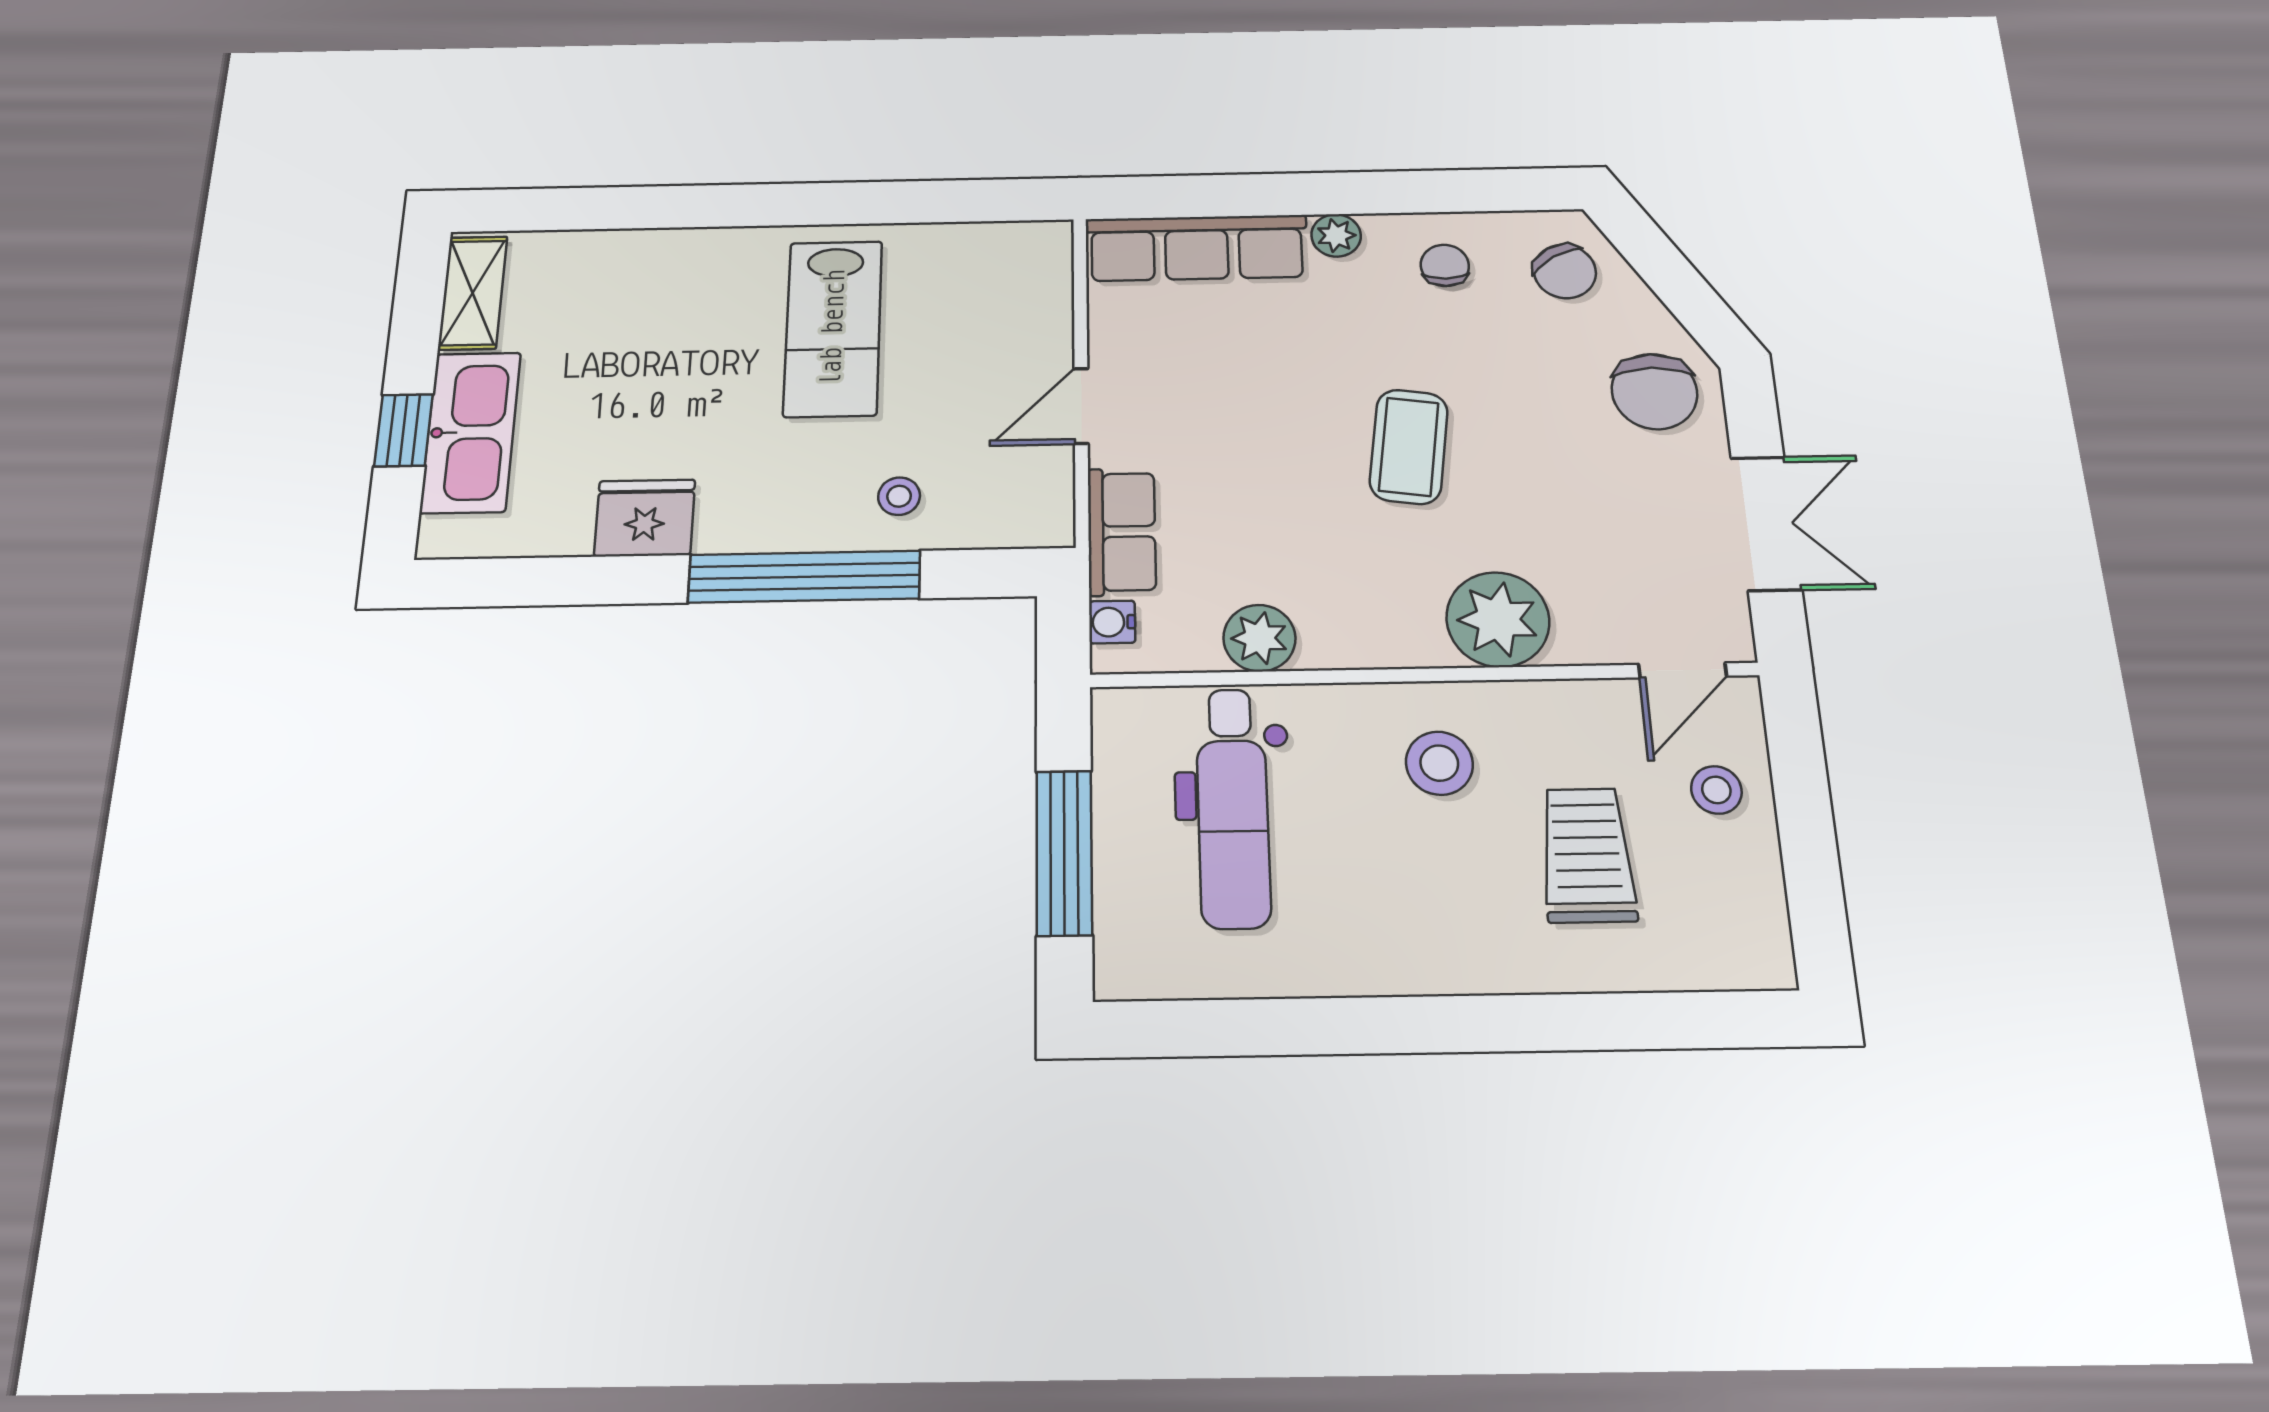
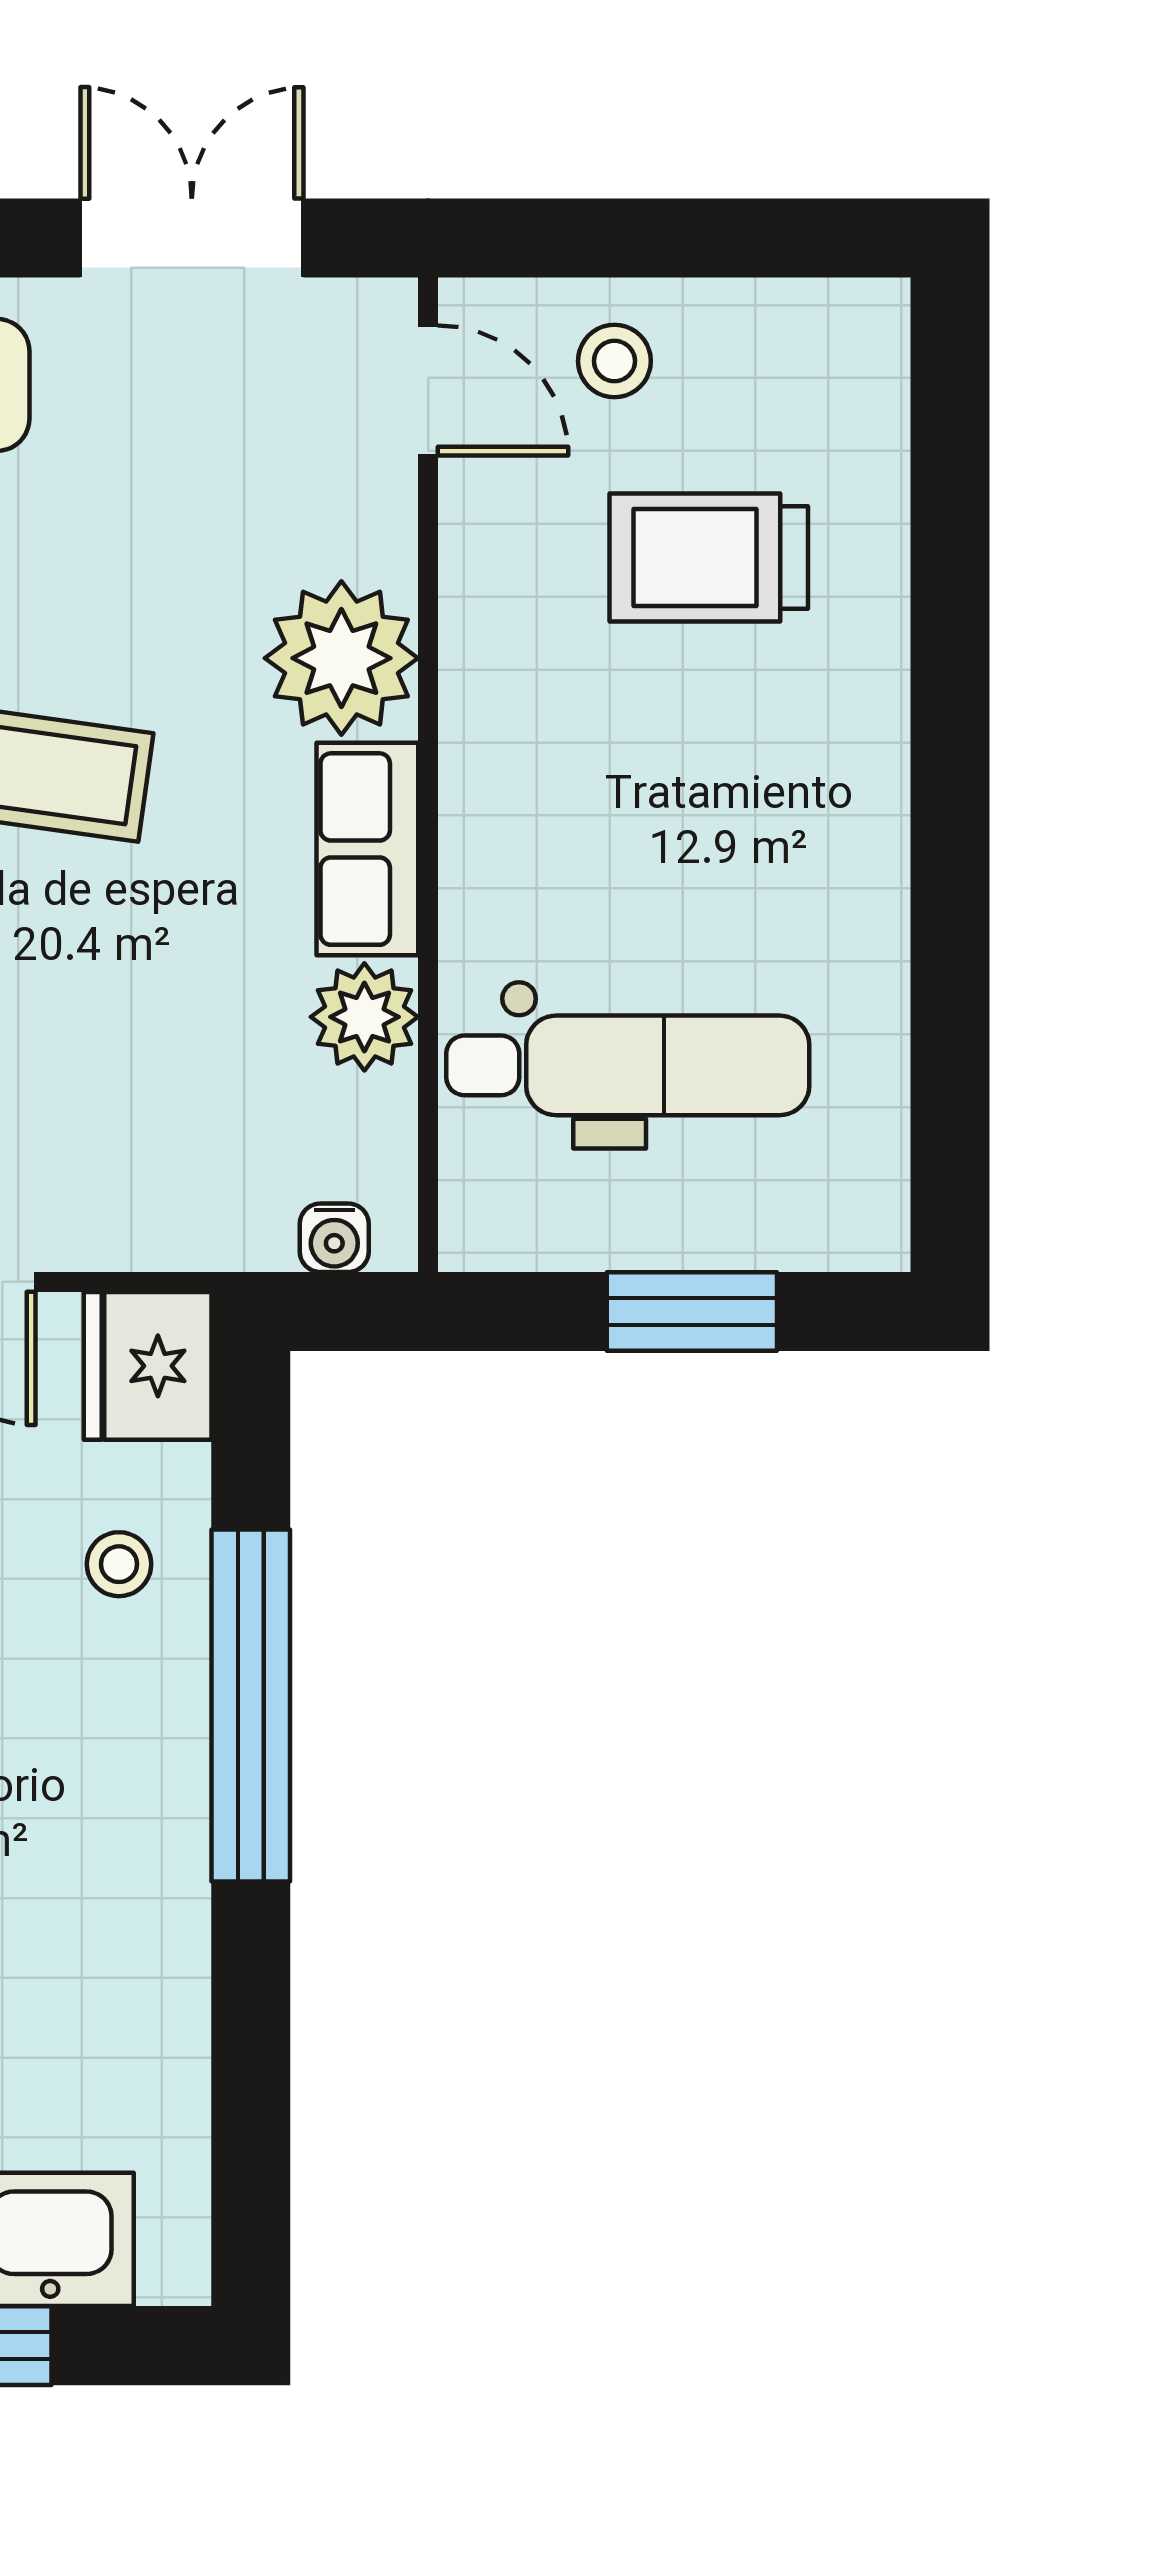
fridge: (645, 518) -> (148, 1366), moved
row of seats: (1122, 532) -> (367, 849), moved, turned -90
stool: (1439, 763) -> (566, 761), removed
window: (1064, 853) -> (692, 1312), width x0.69

